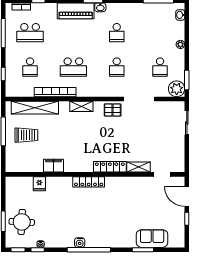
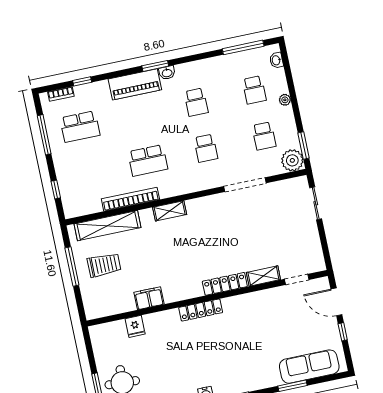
school desk: (30, 67) -> (254, 90), moved
pallet: (113, 110) -> (212, 207), removed
sofa: (152, 239) -> (309, 367), width x1.36

